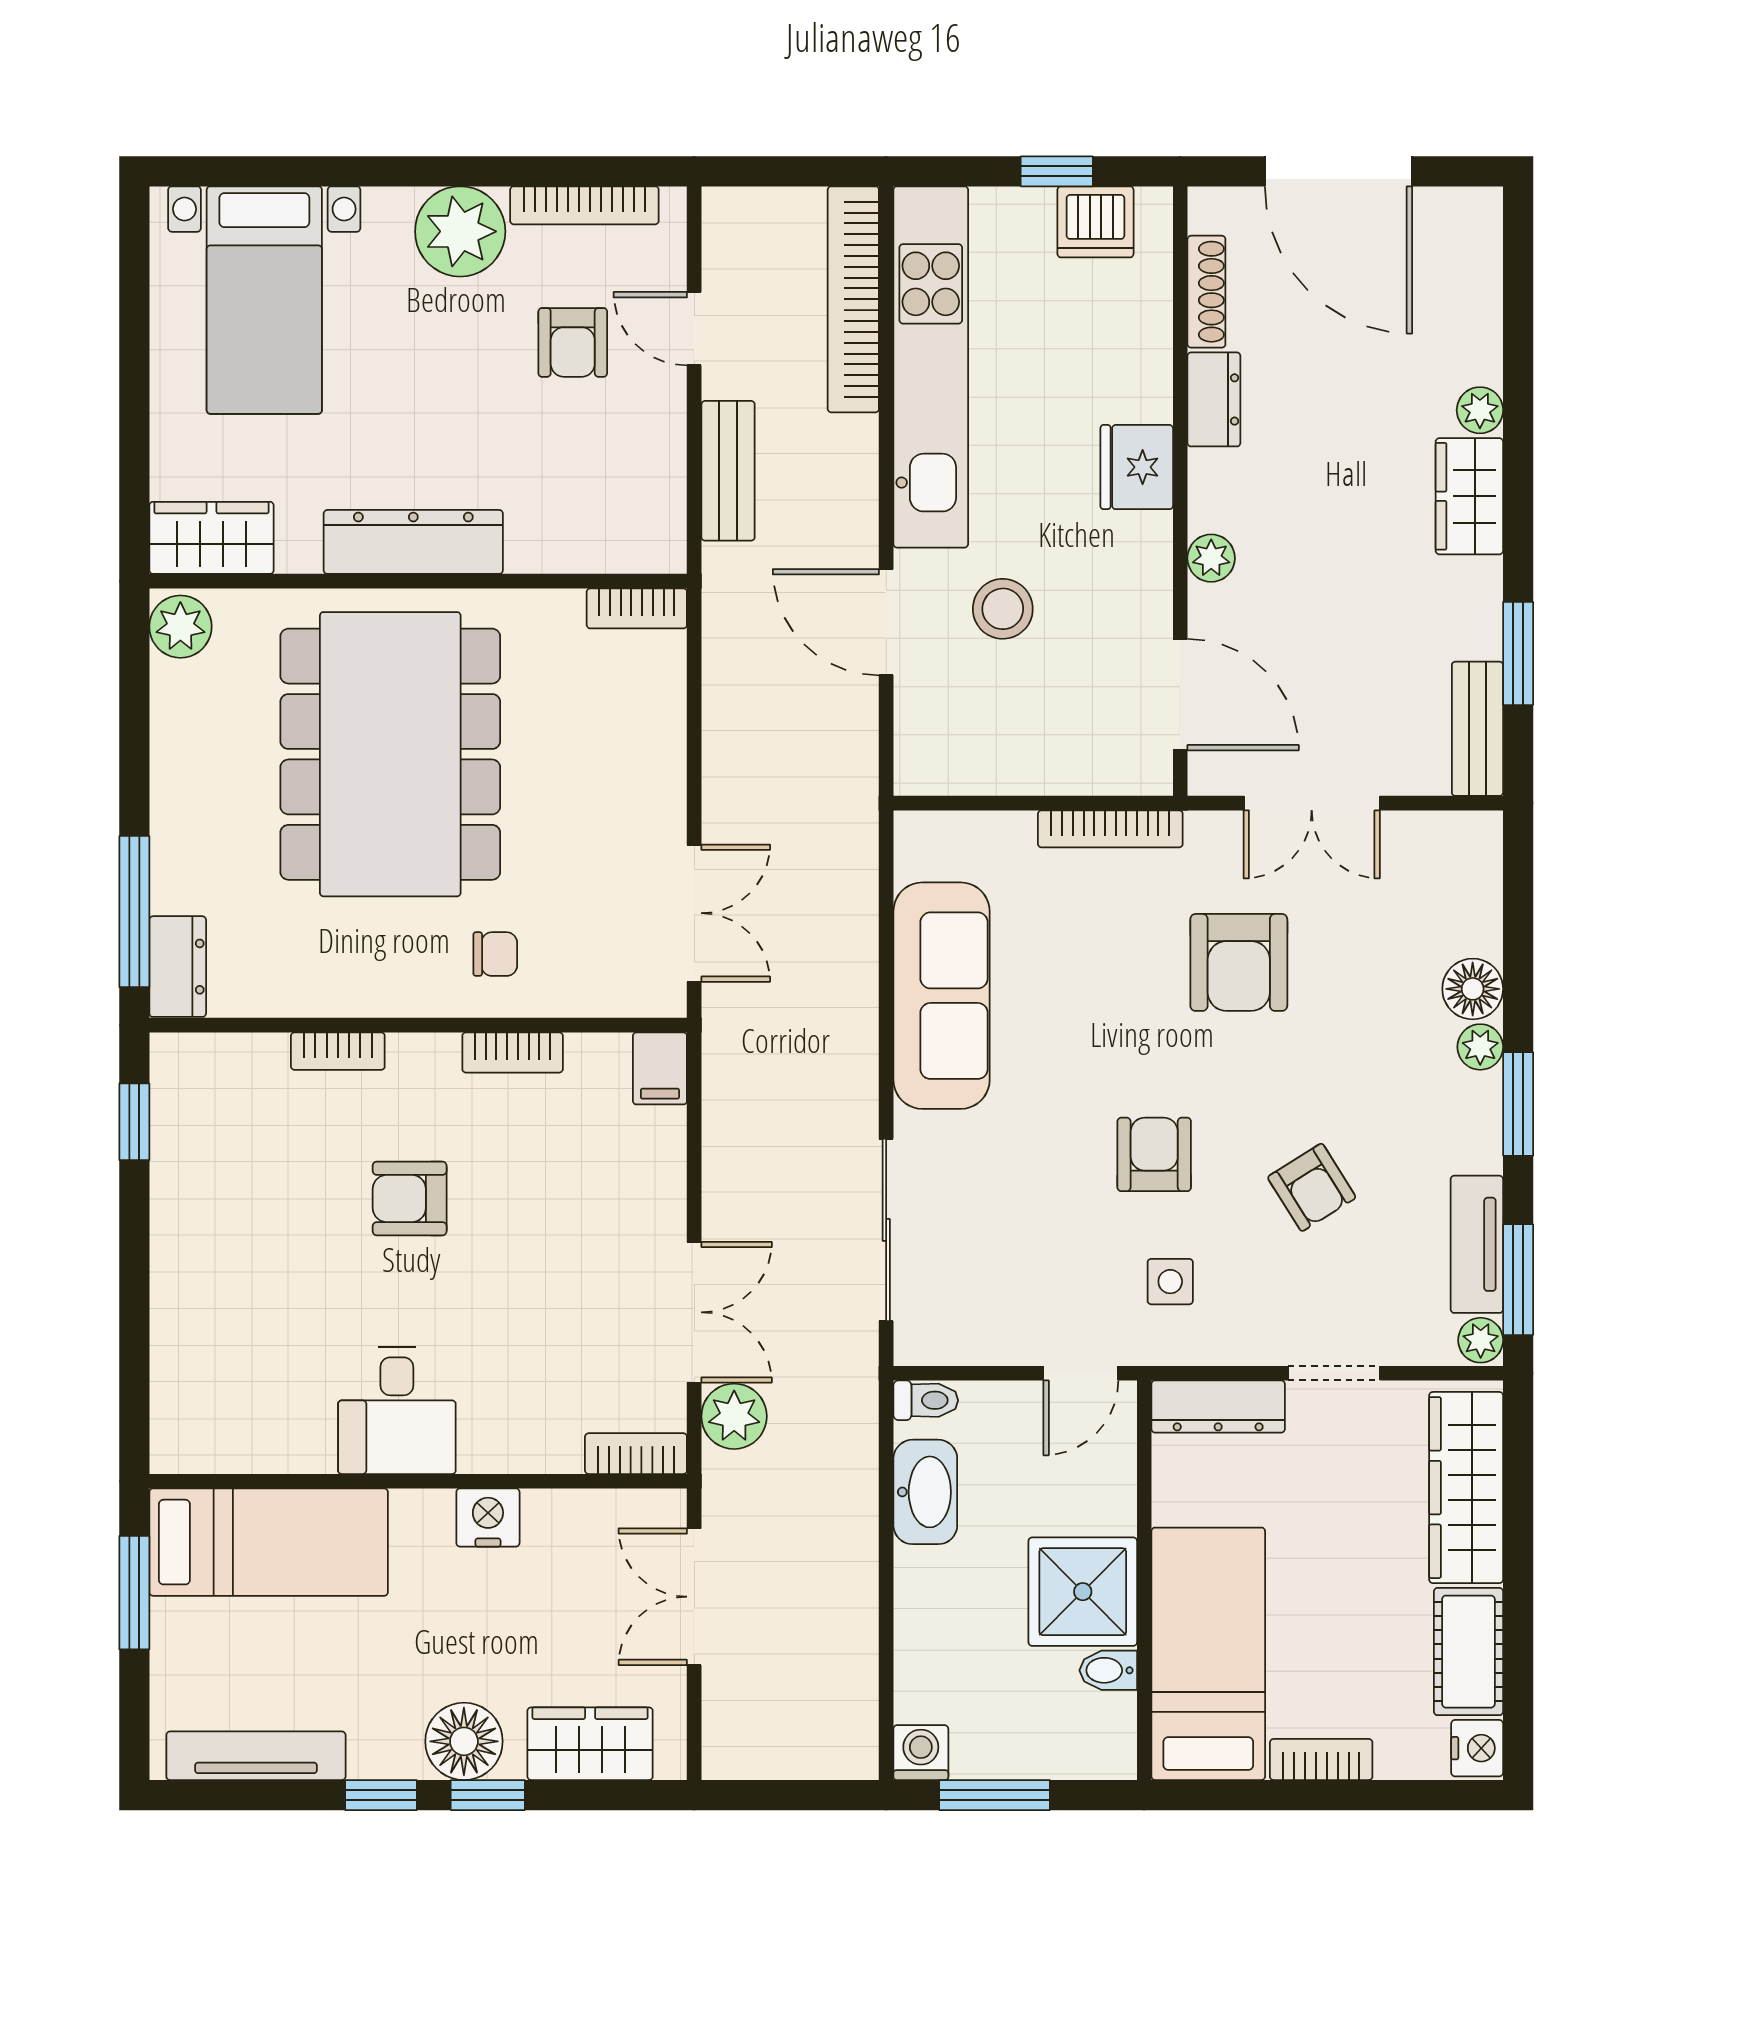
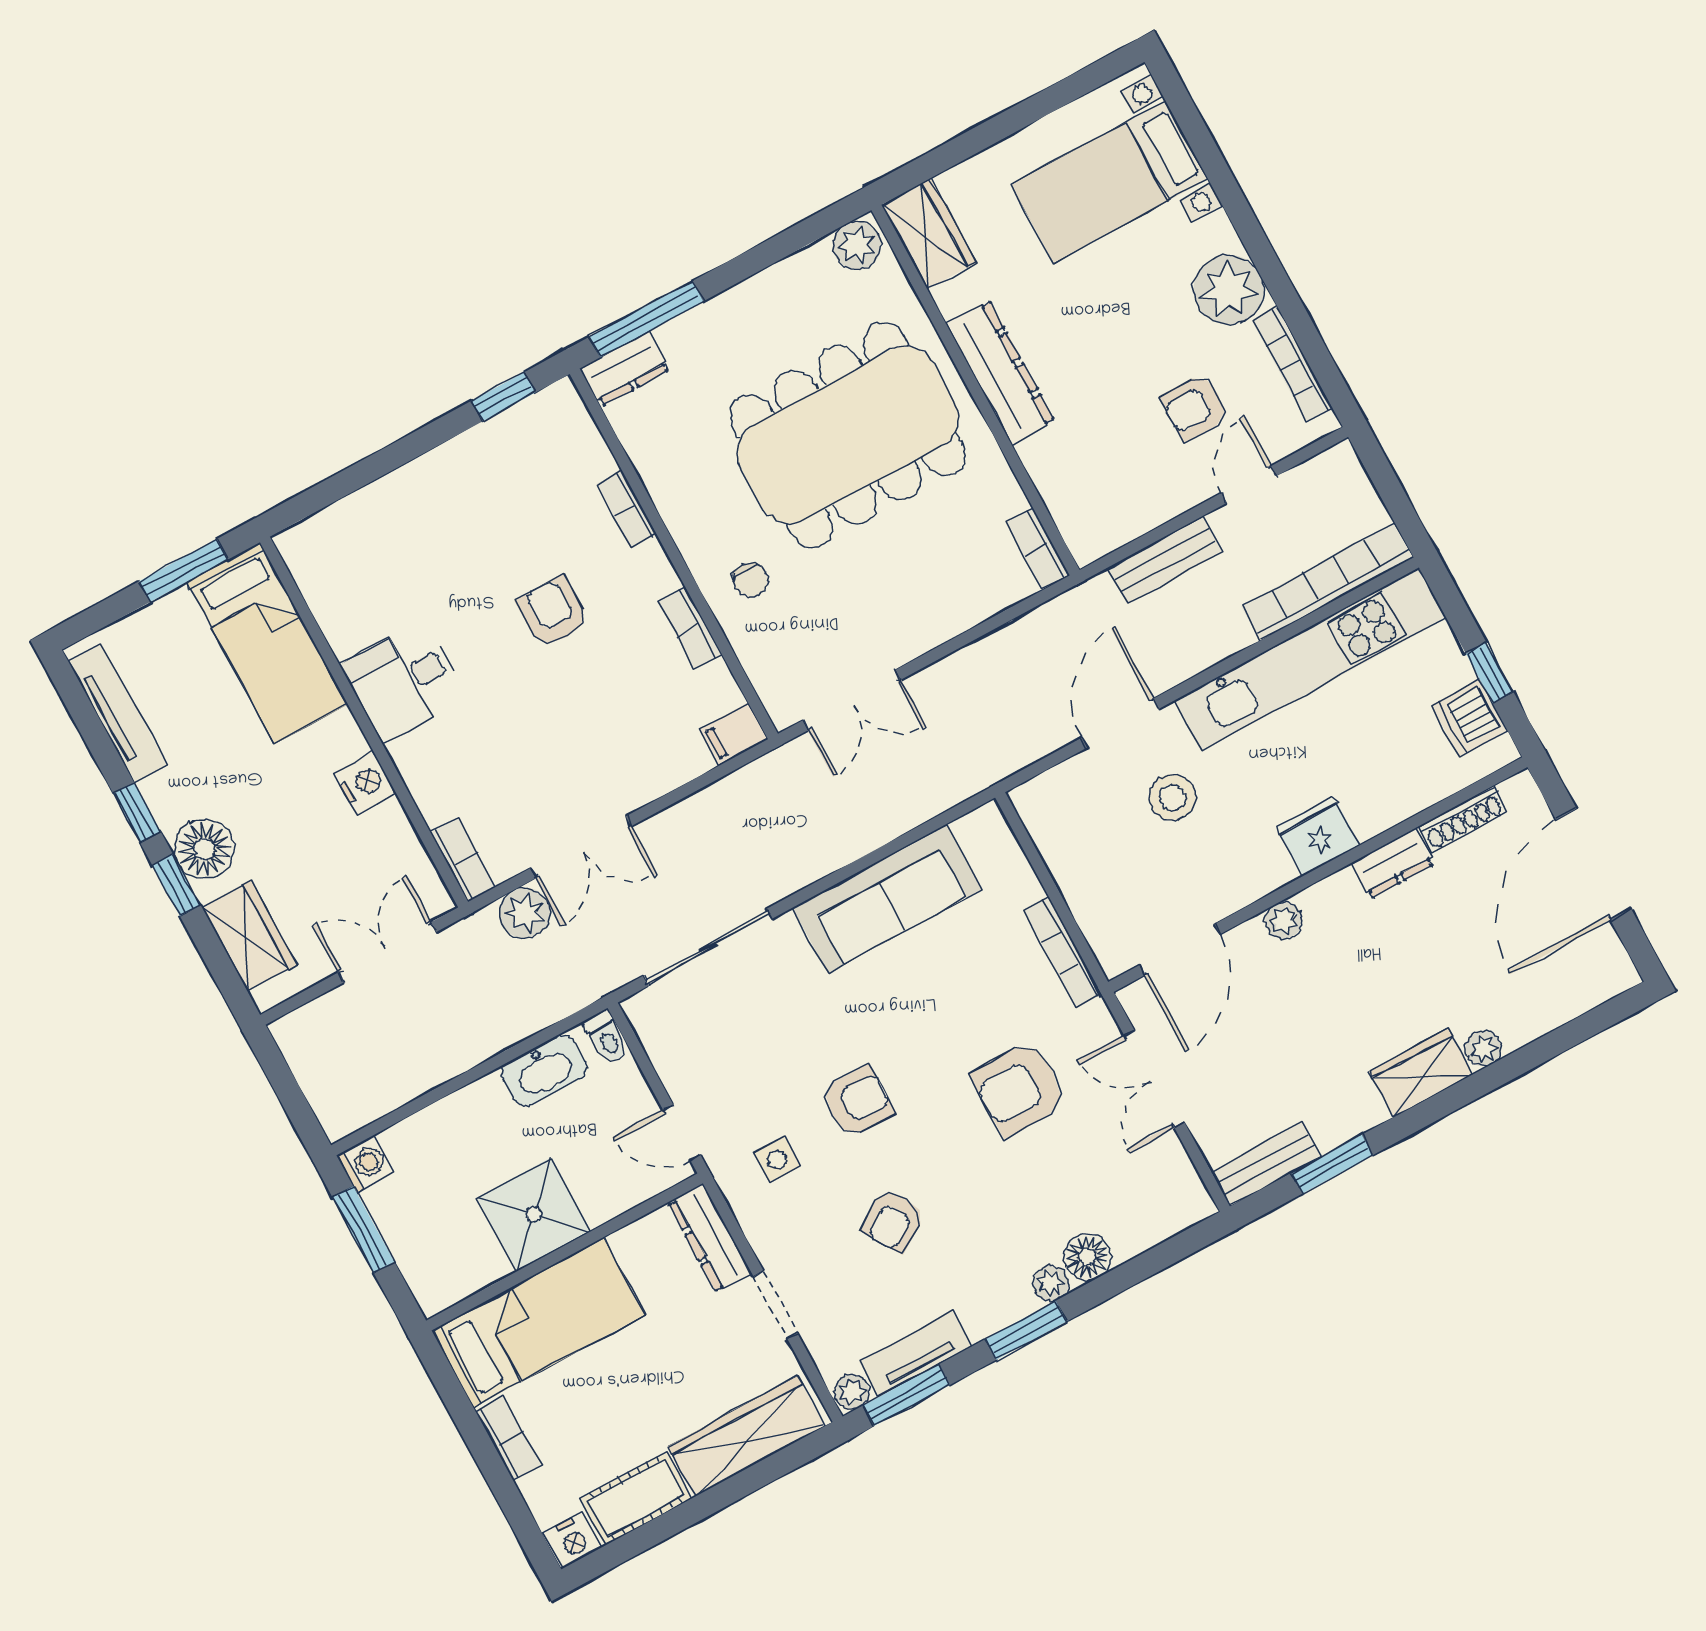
bidet: (1108, 1670) -> (490, 1261), removed

